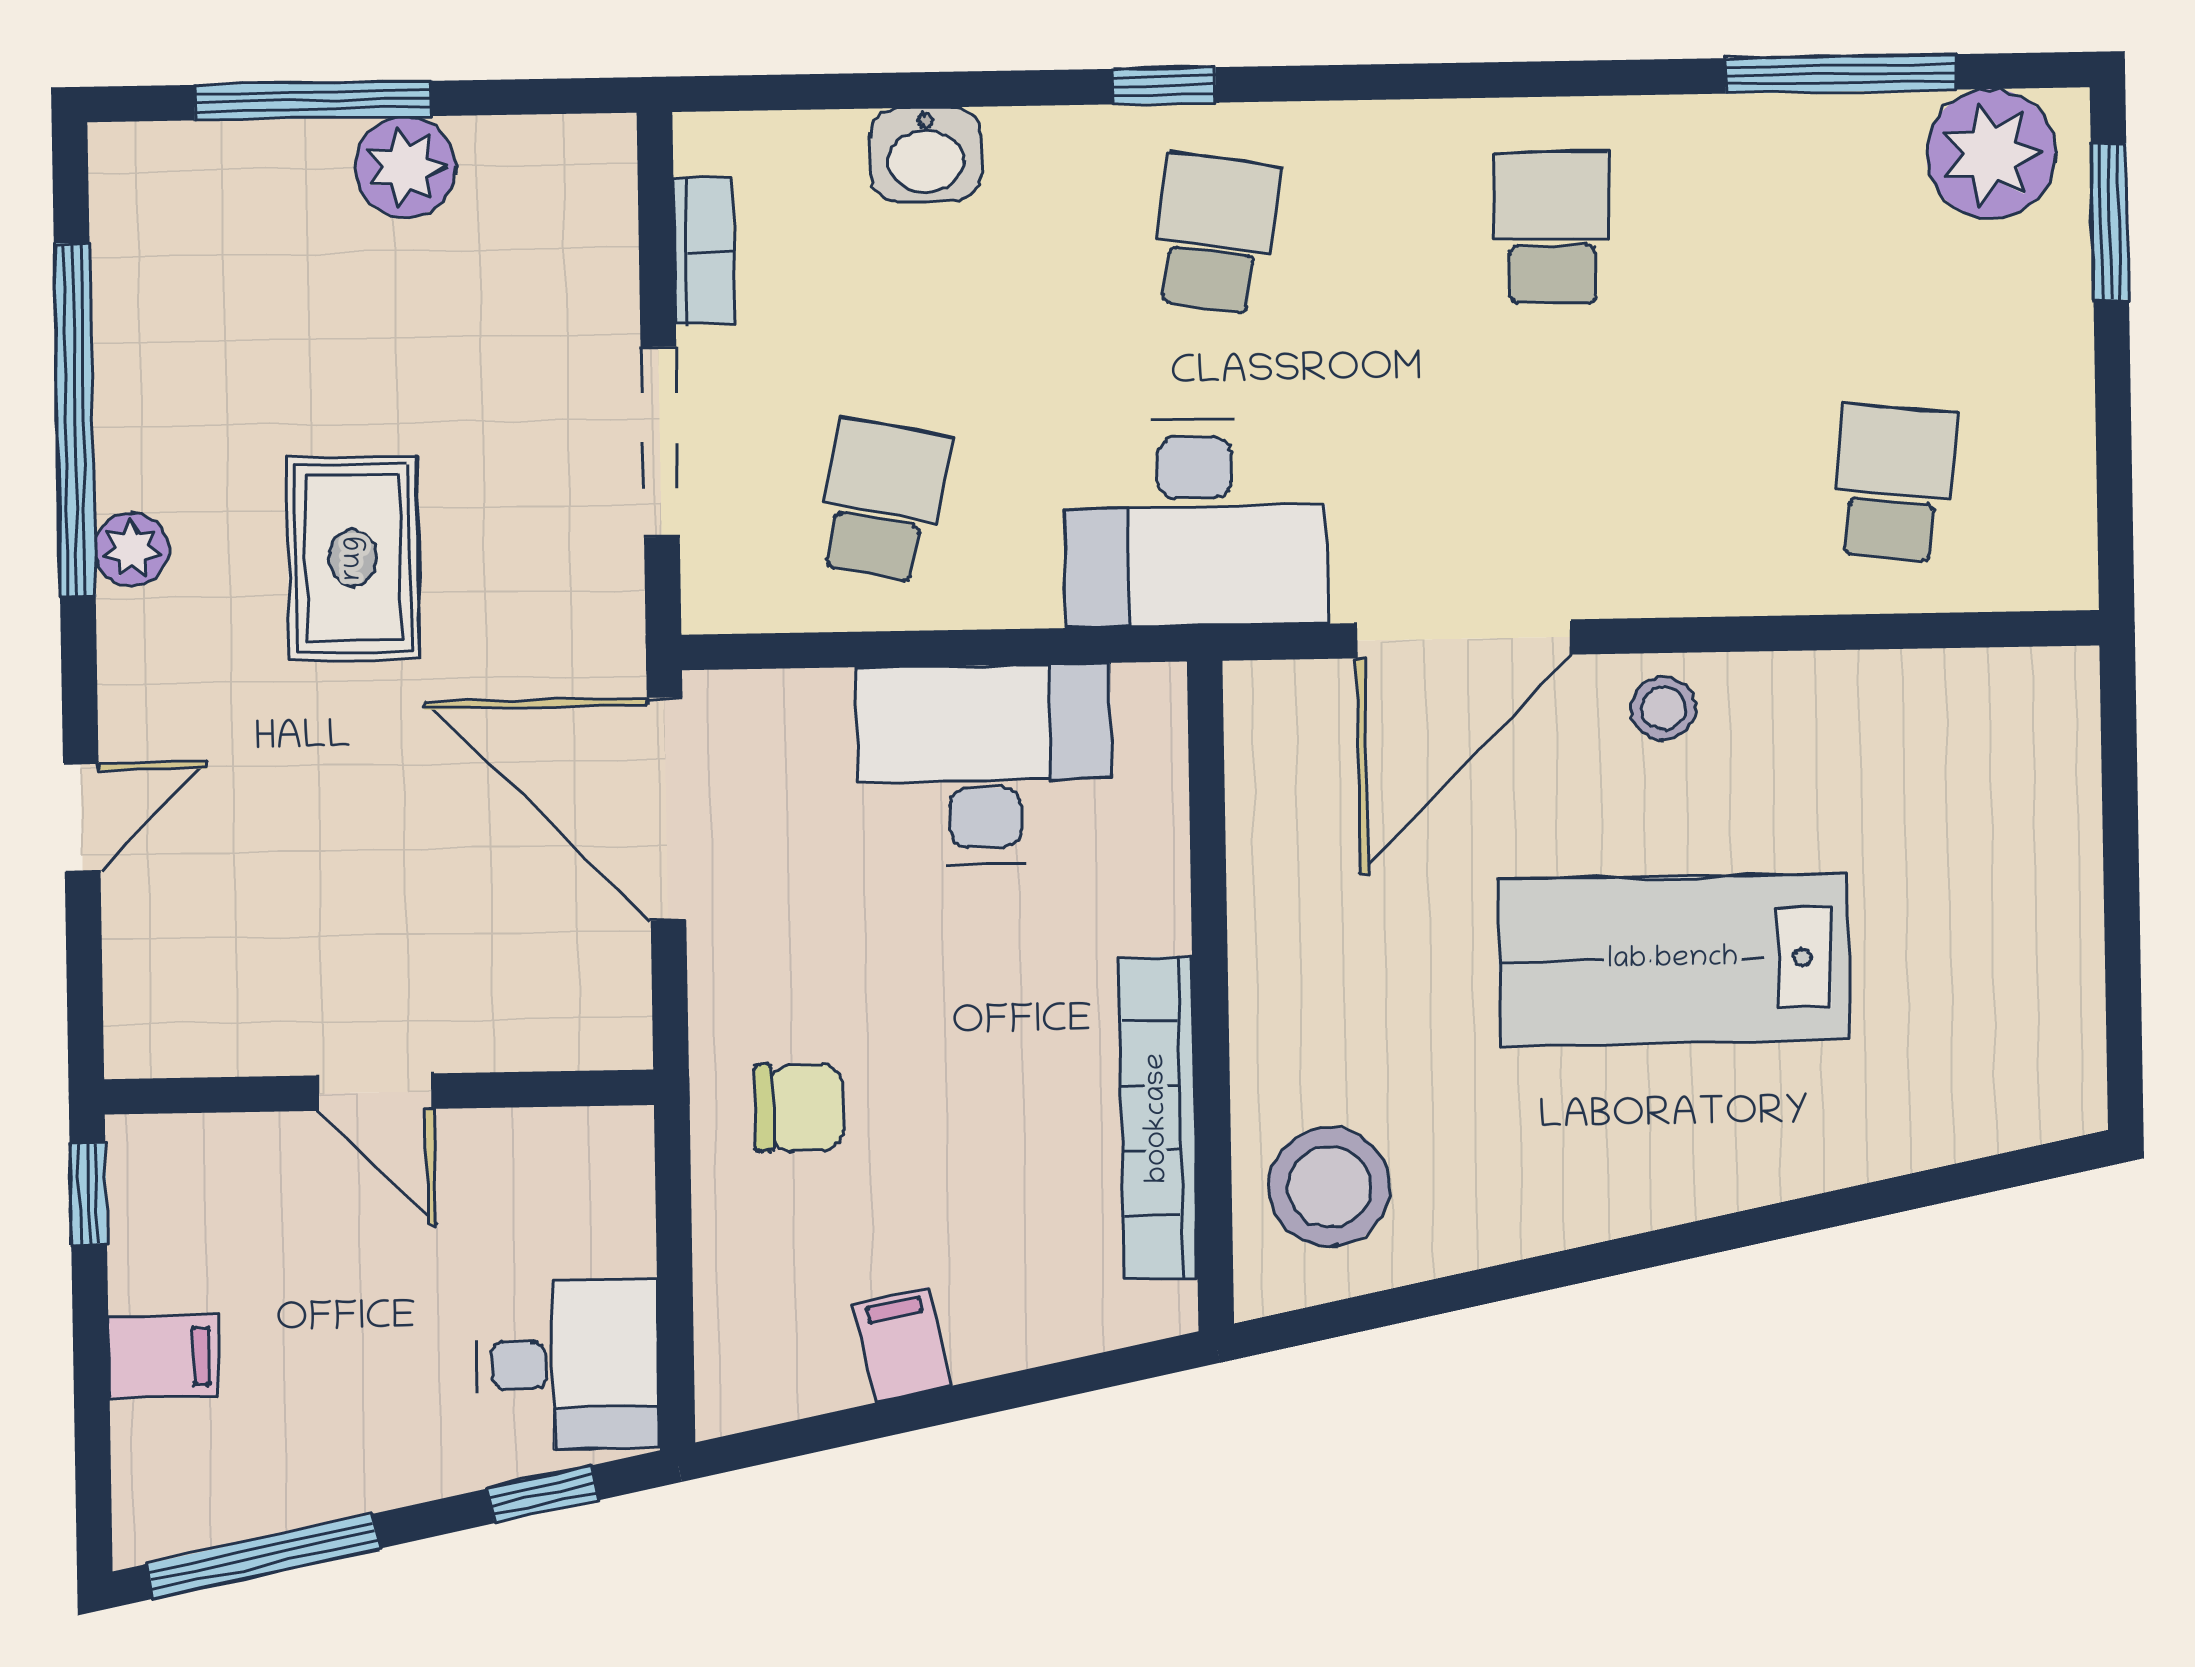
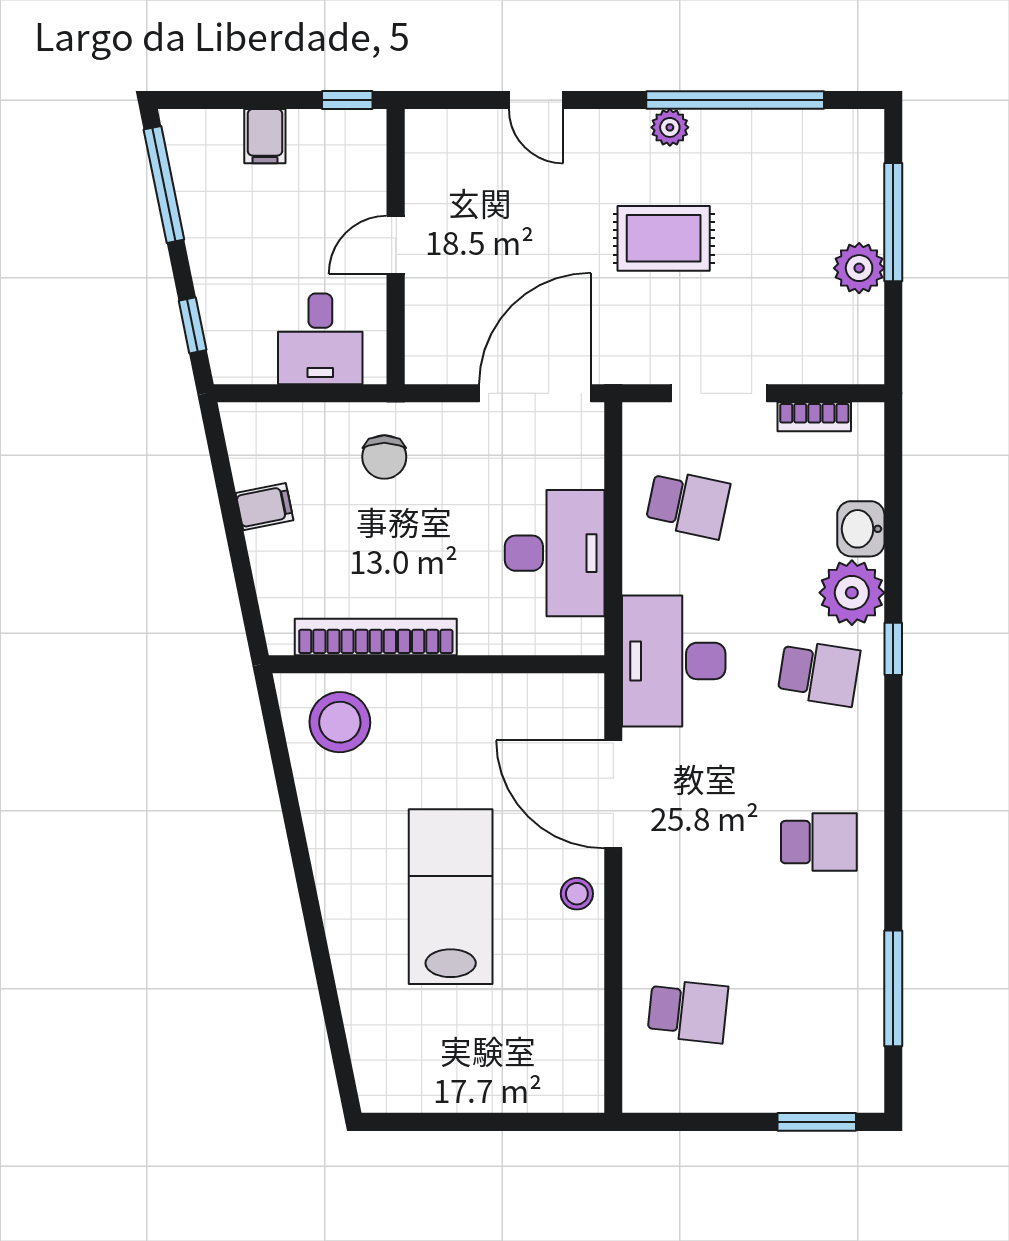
plant: (1991, 154) -> (852, 593), moved
desk: (568, 1365) -> (320, 339), moved

